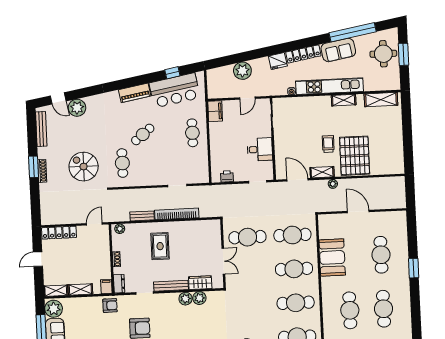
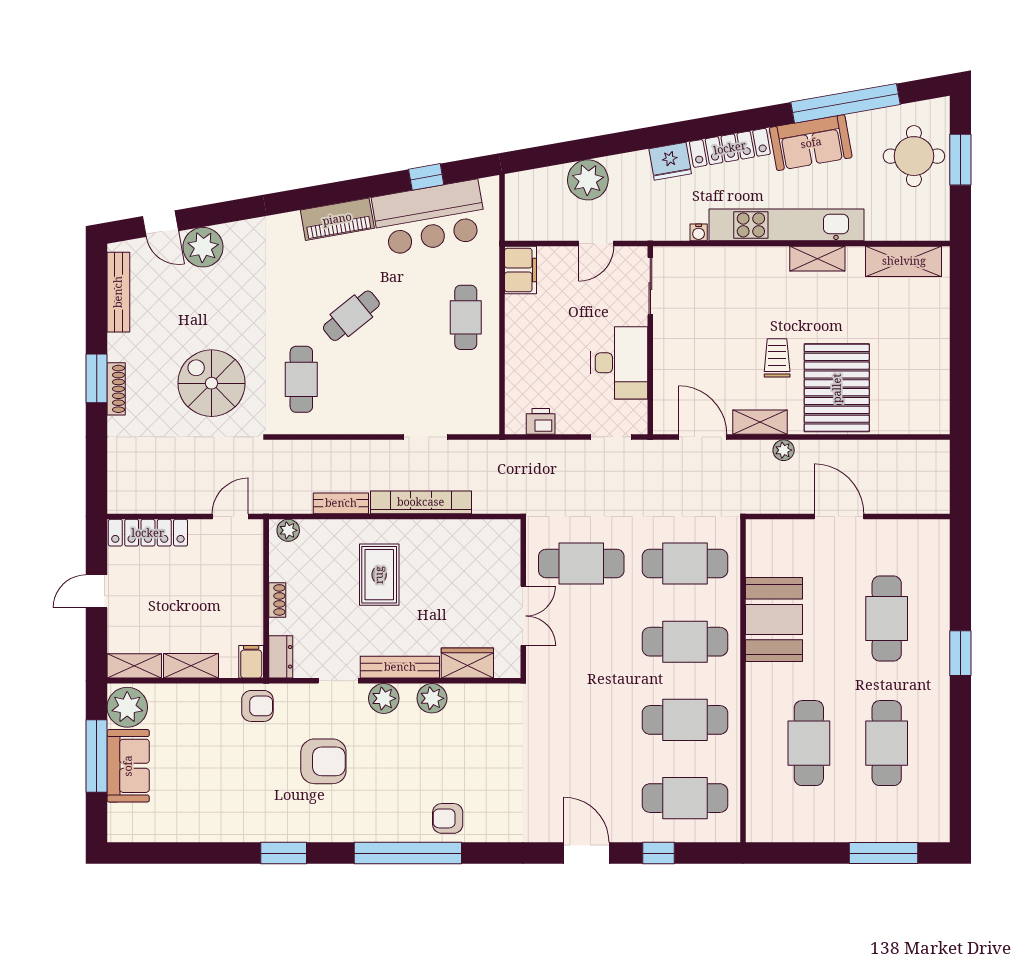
desk: (260, 149) -> (619, 363), width x1.37
plant: (199, 298) -> (384, 698), moved

